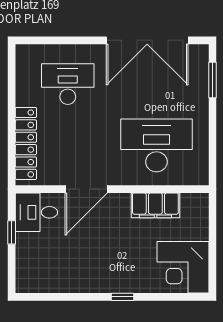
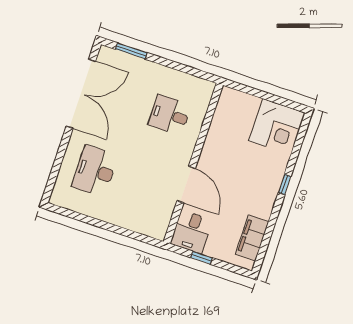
locker: (26, 143) -> (132, 222), removed
desk: (156, 145) -> (170, 115), width x0.53, depth x0.77
filing cabinet: (155, 205) -> (252, 238), moved, turned 180

